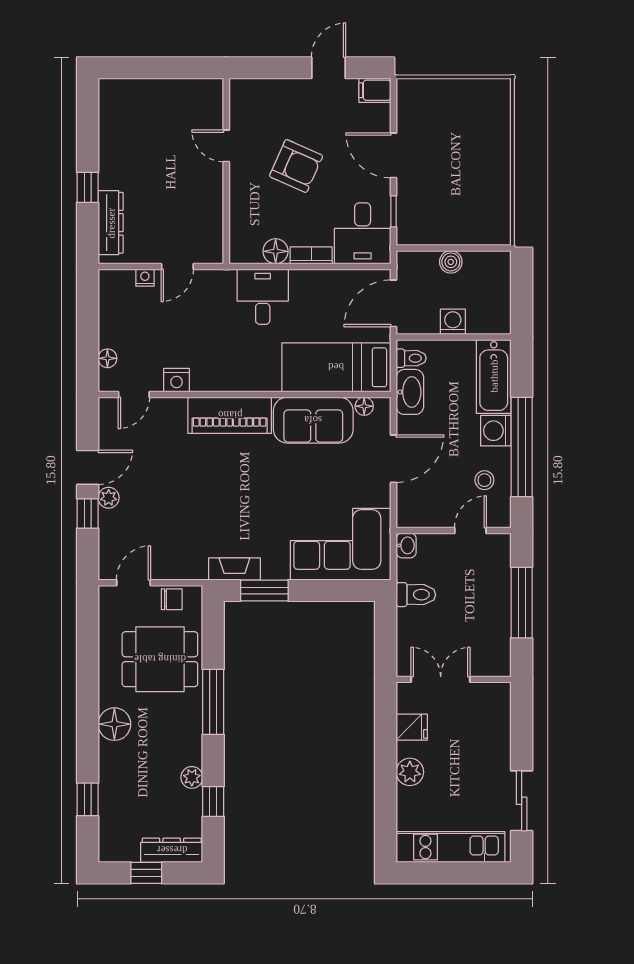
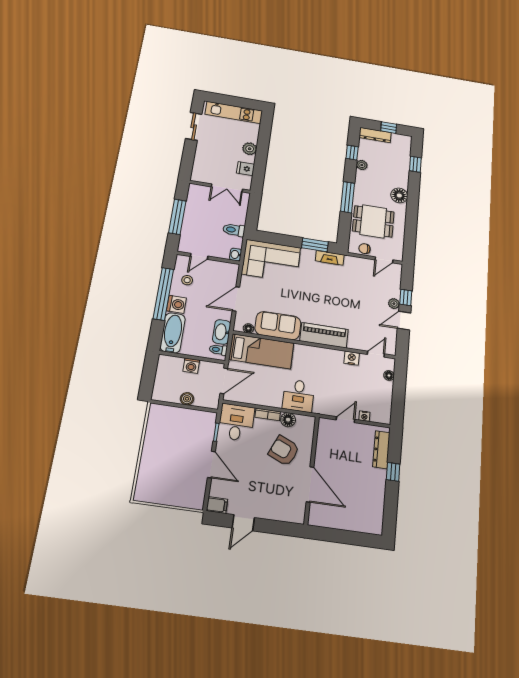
door: (226, 146) -> (310, 484), width x1.87
armchair: (296, 166) -> (284, 451), moved

